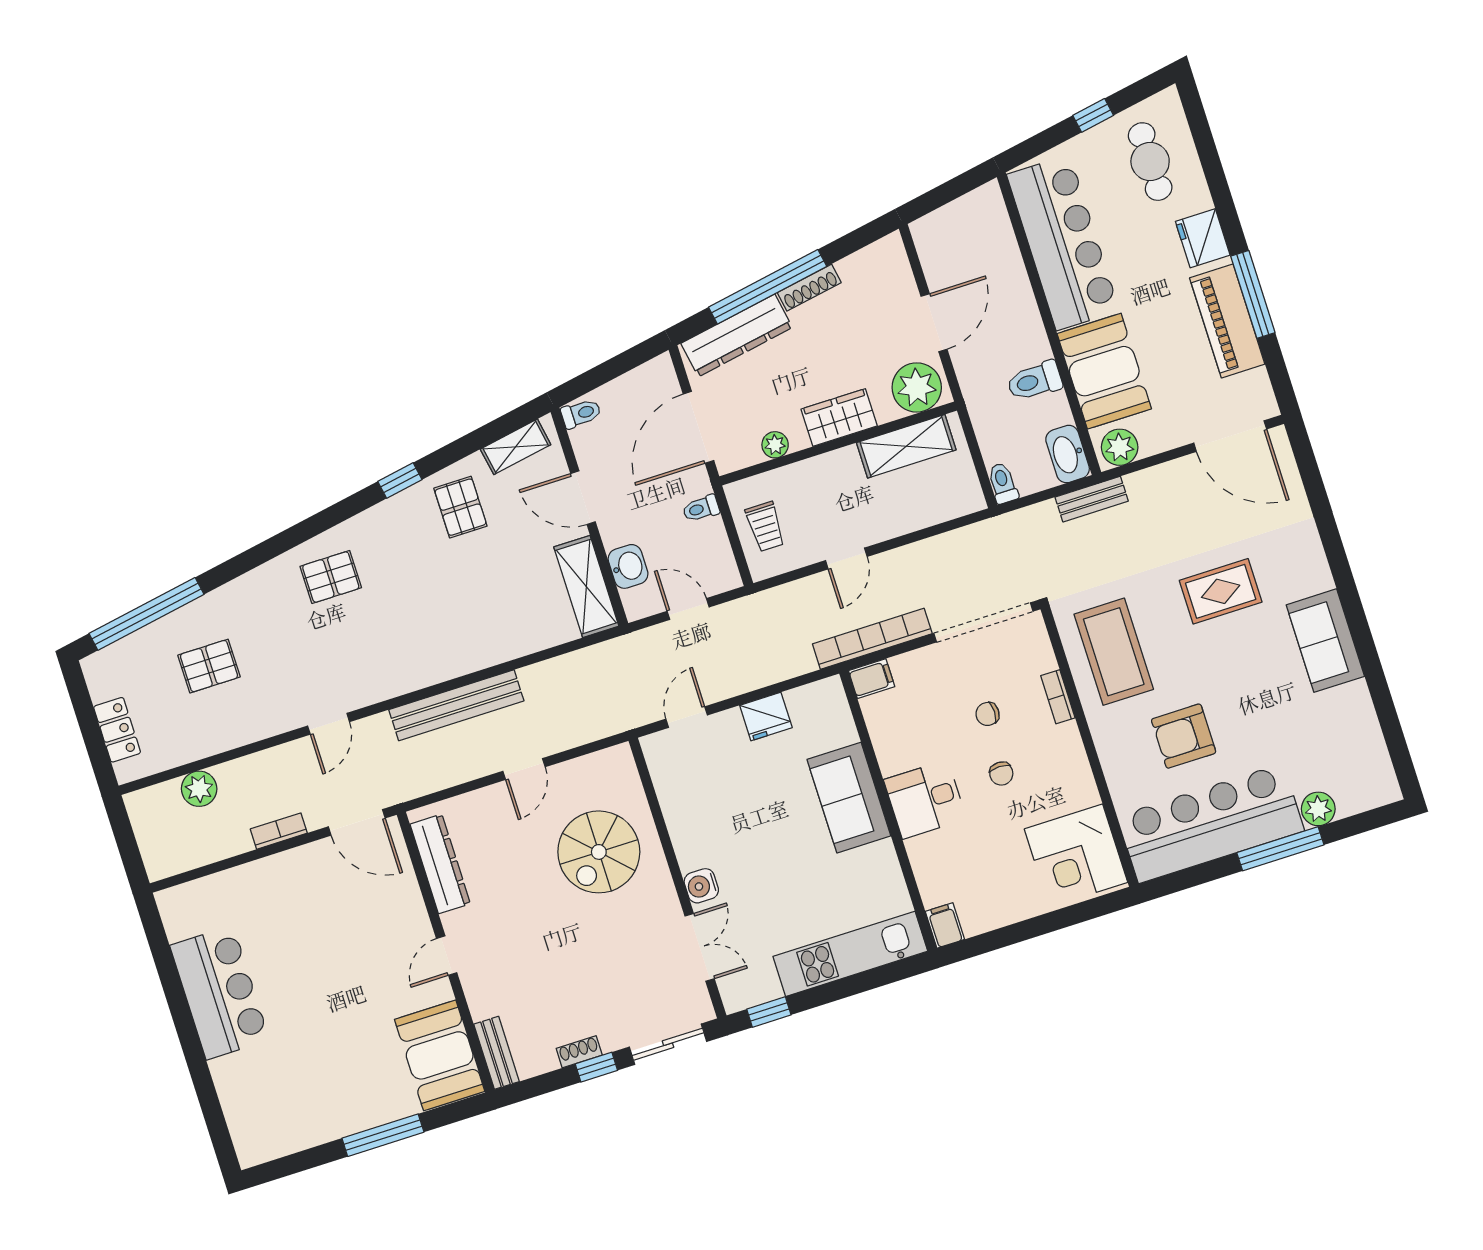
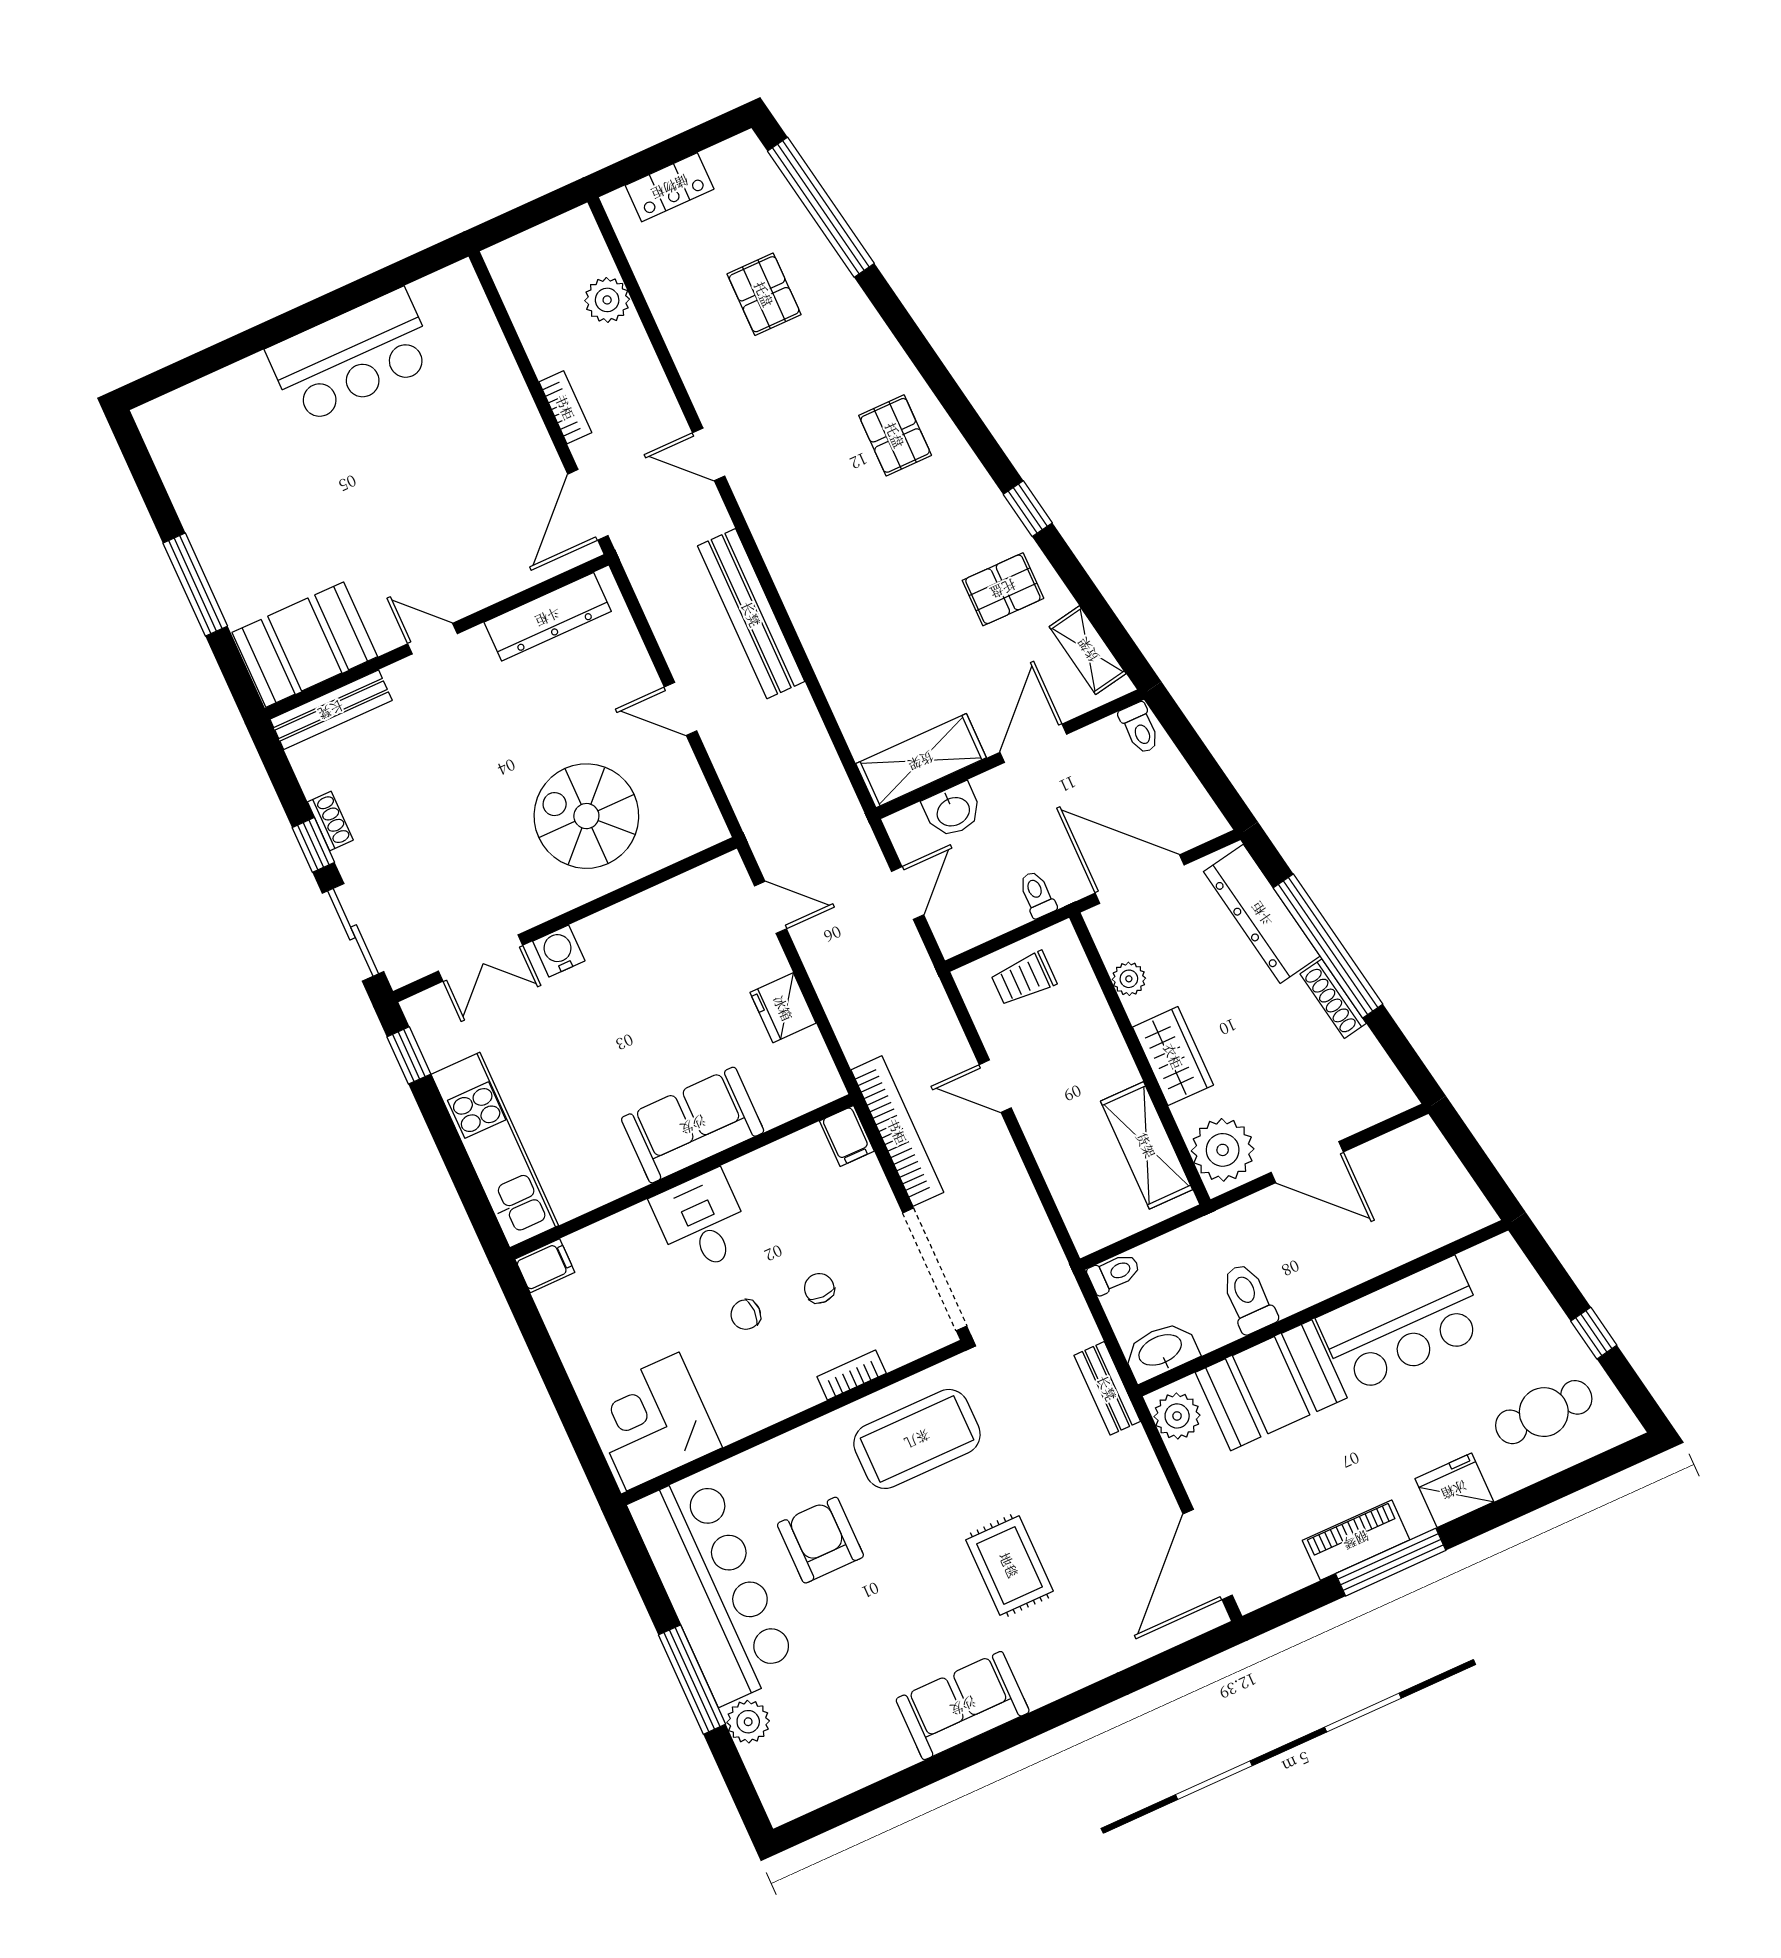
bar counter: (1063, 243) -> (1403, 1325), width x0.73
piano: (1227, 321) -> (1356, 1540), width x0.73, depth x0.75
bench: (497, 1053) -> (331, 710), width x1.36

